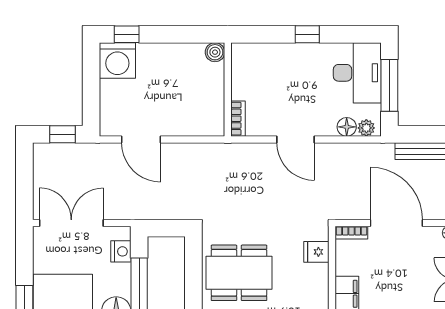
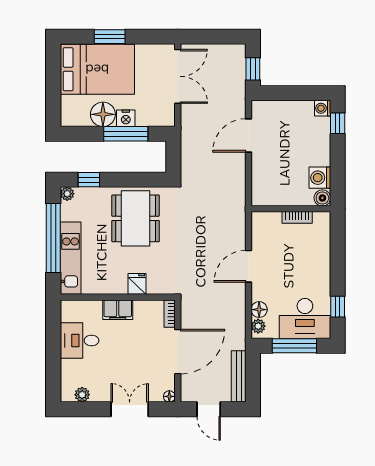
window: (307, 34) -> (338, 307), moved
washing machine: (191, 55) -> (320, 178), added
washing machine: (117, 60) -> (323, 108), width x0.53, depth x0.53
bookcase: (238, 119) -> (297, 217), moved
nightstand: (121, 251) -> (126, 118), moved
fridge: (316, 252) -> (137, 284), moved

